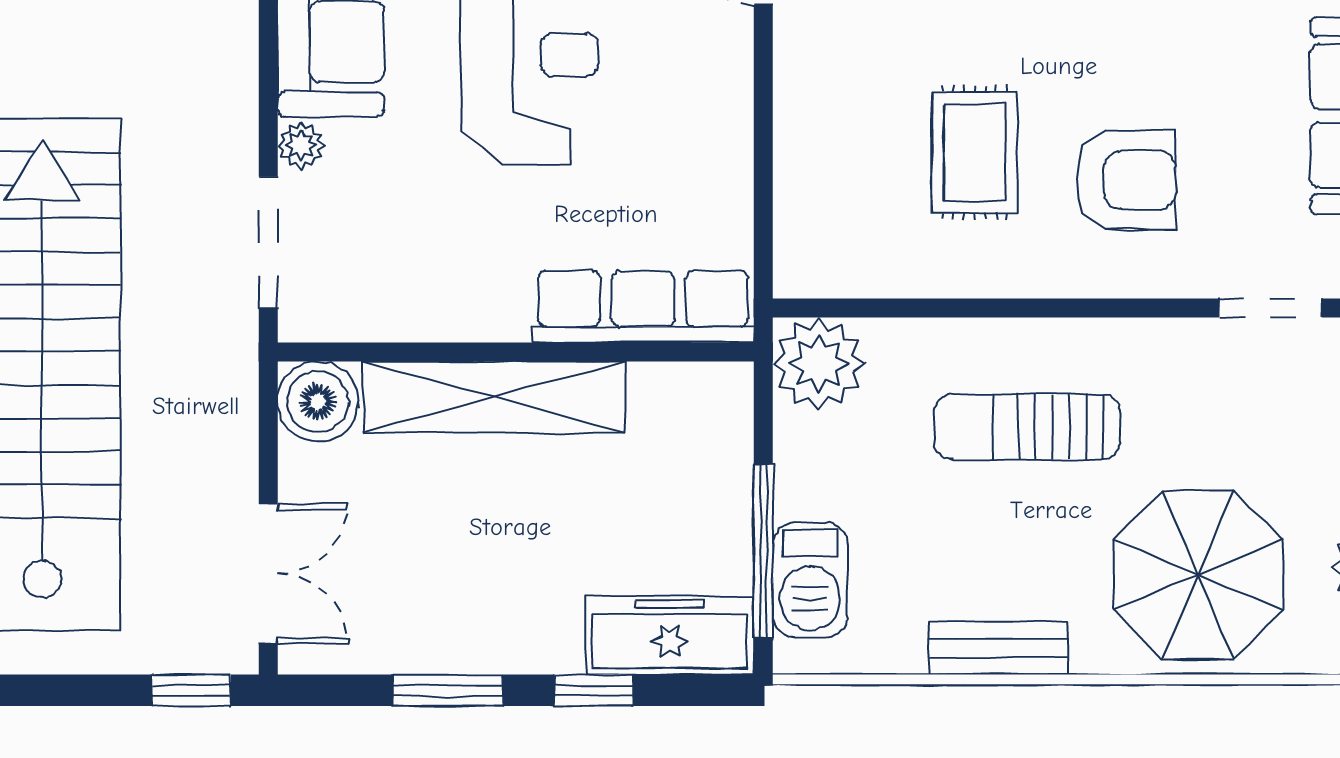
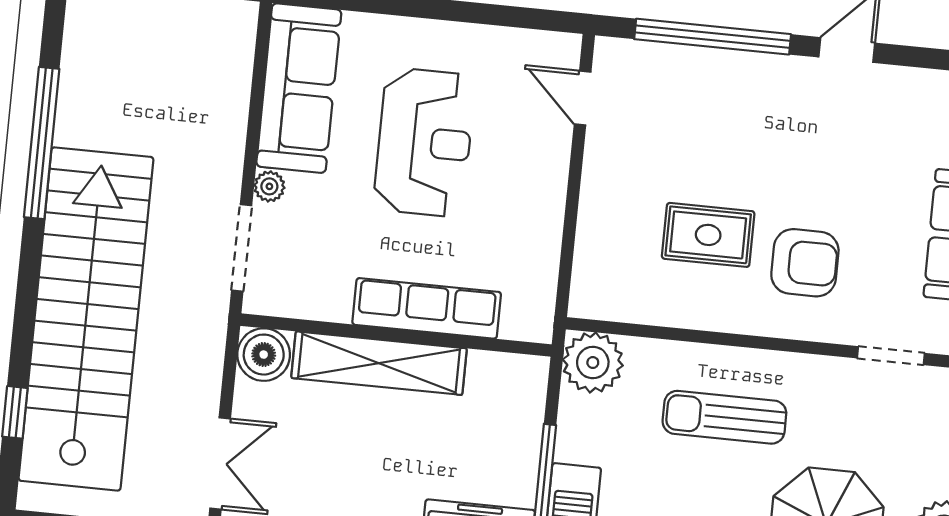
rug: (975, 152) -> (708, 235), turned 90
row of seats: (643, 307) -> (427, 308), moved

